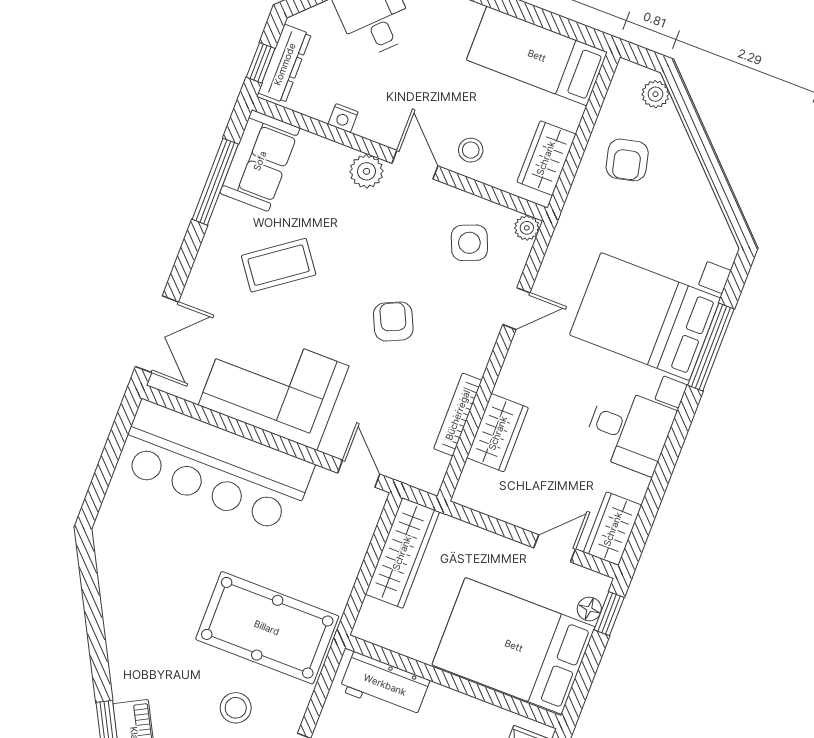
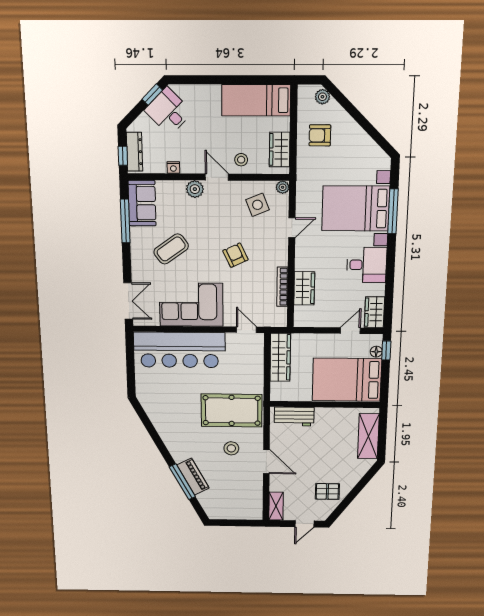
armchair: (627, 160) -> (320, 135), turned 103

